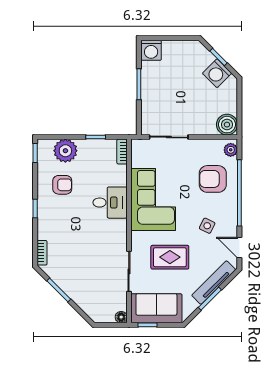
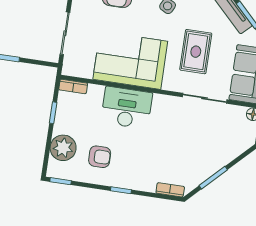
armchair: (62, 185) -> (100, 157), turned 90
desk: (110, 203) -> (127, 108), width x1.37

